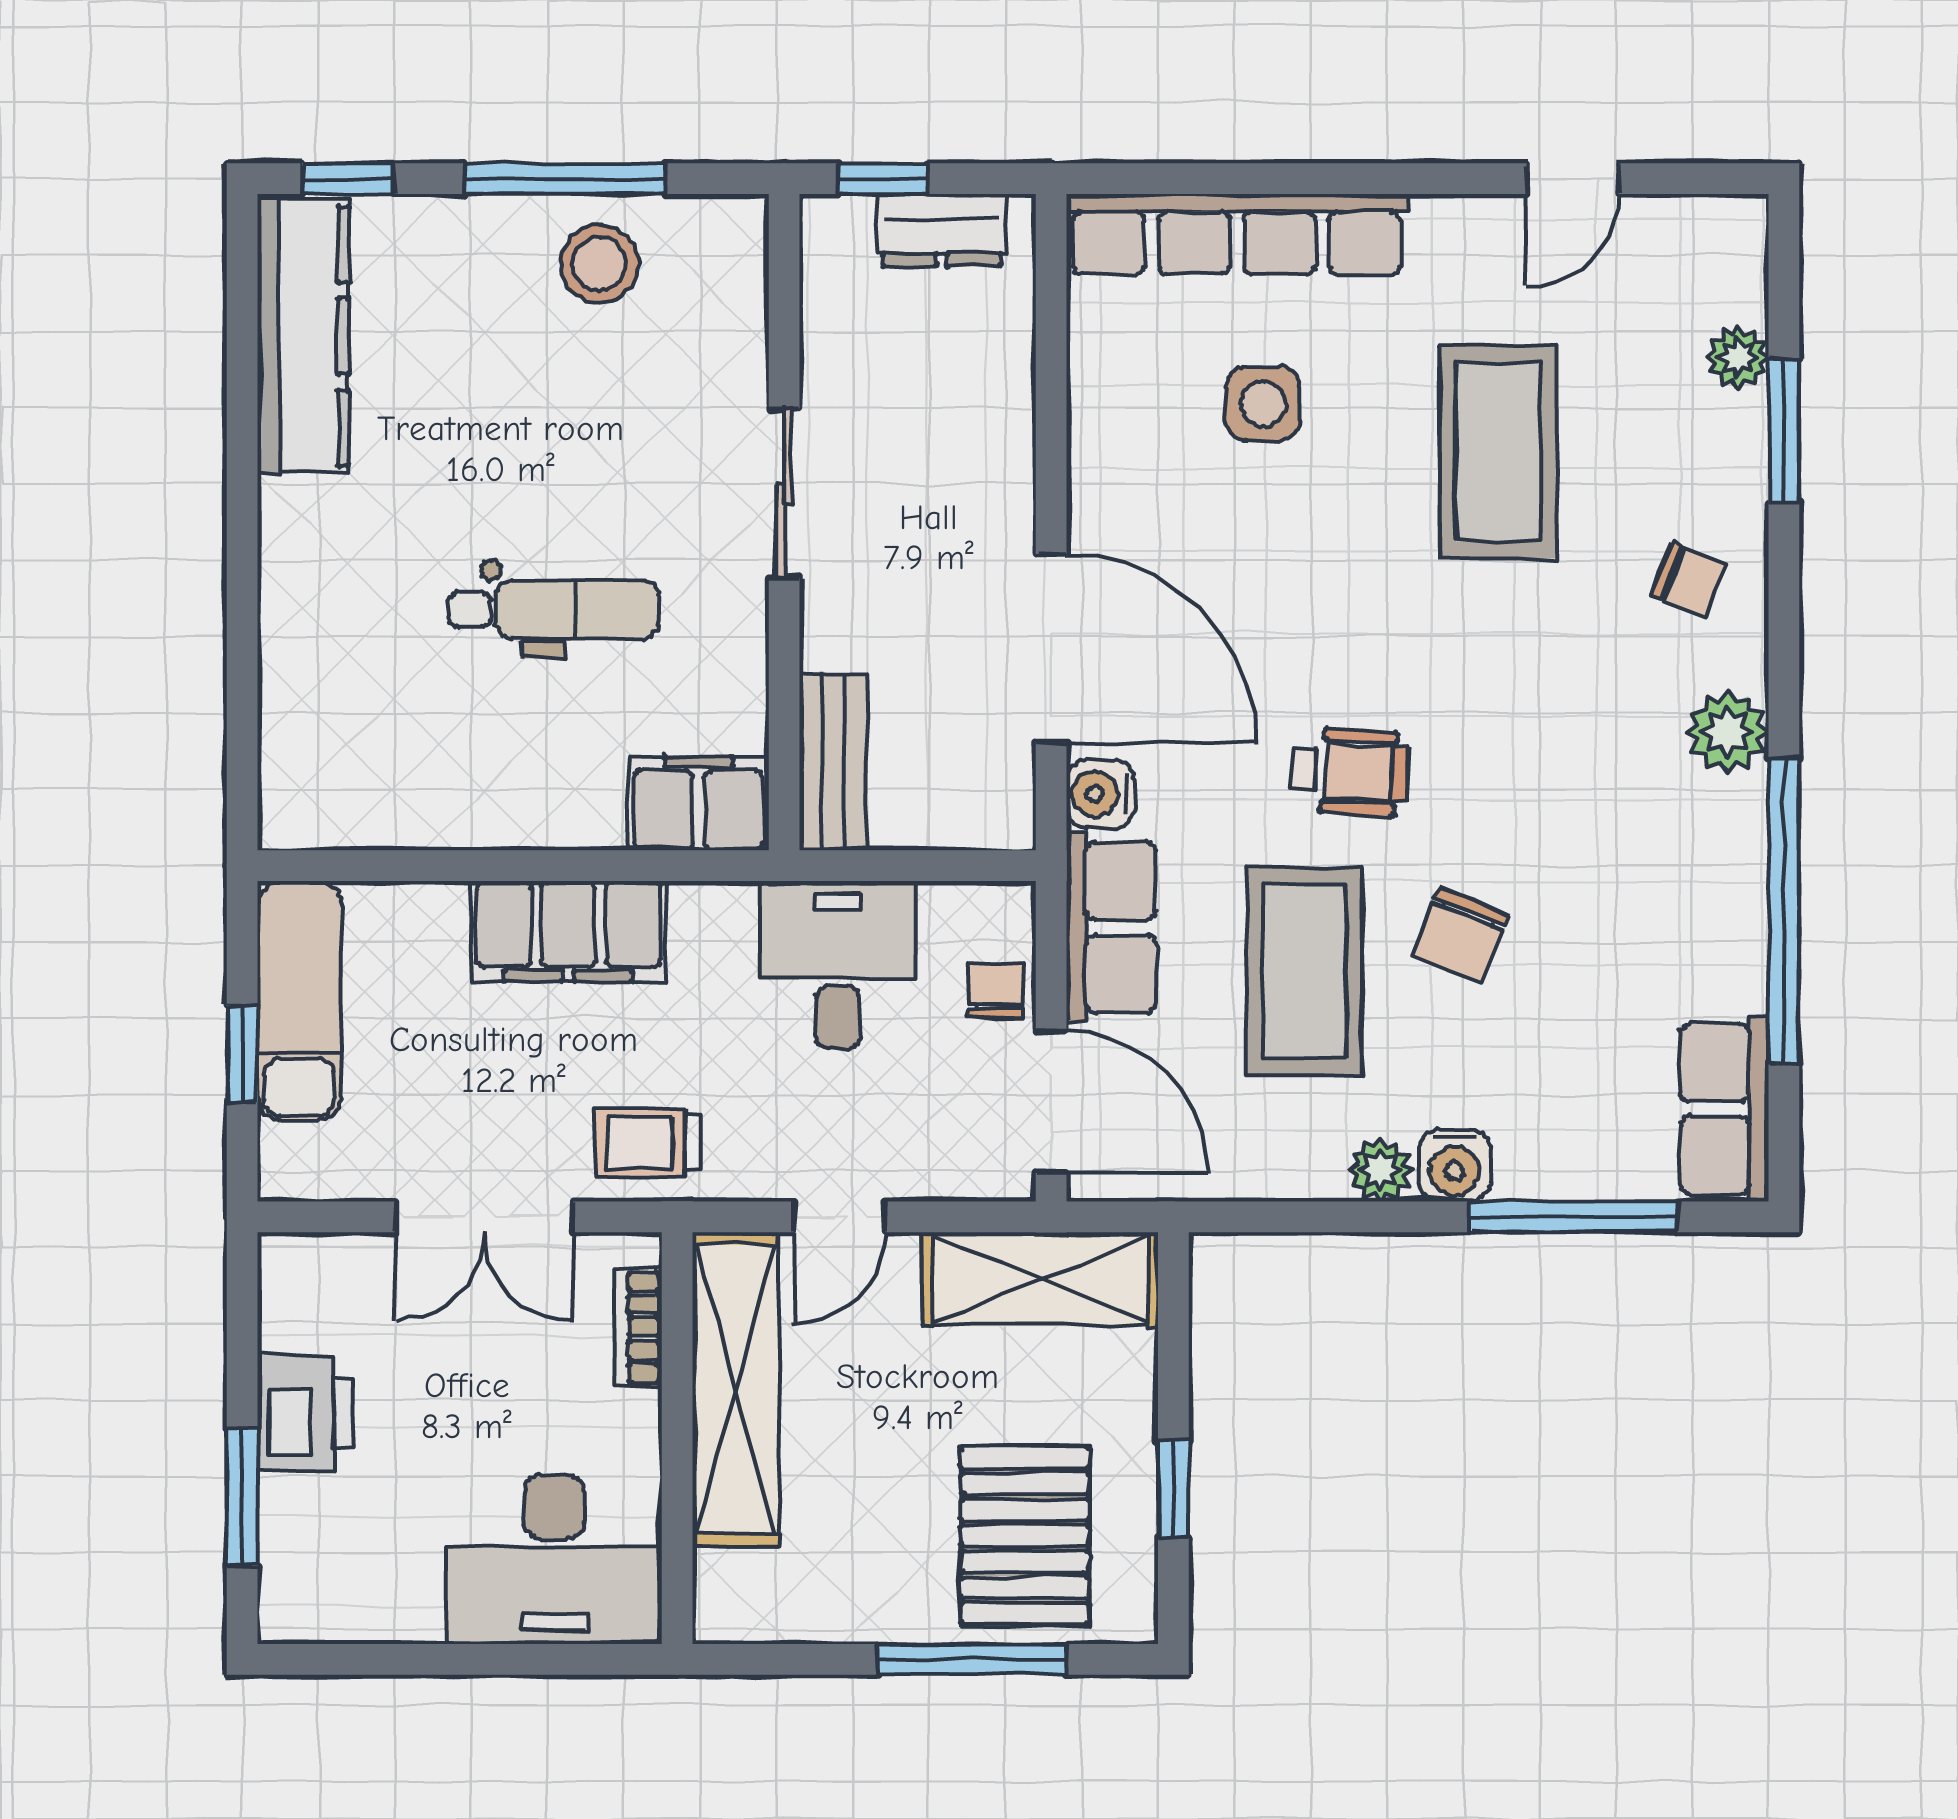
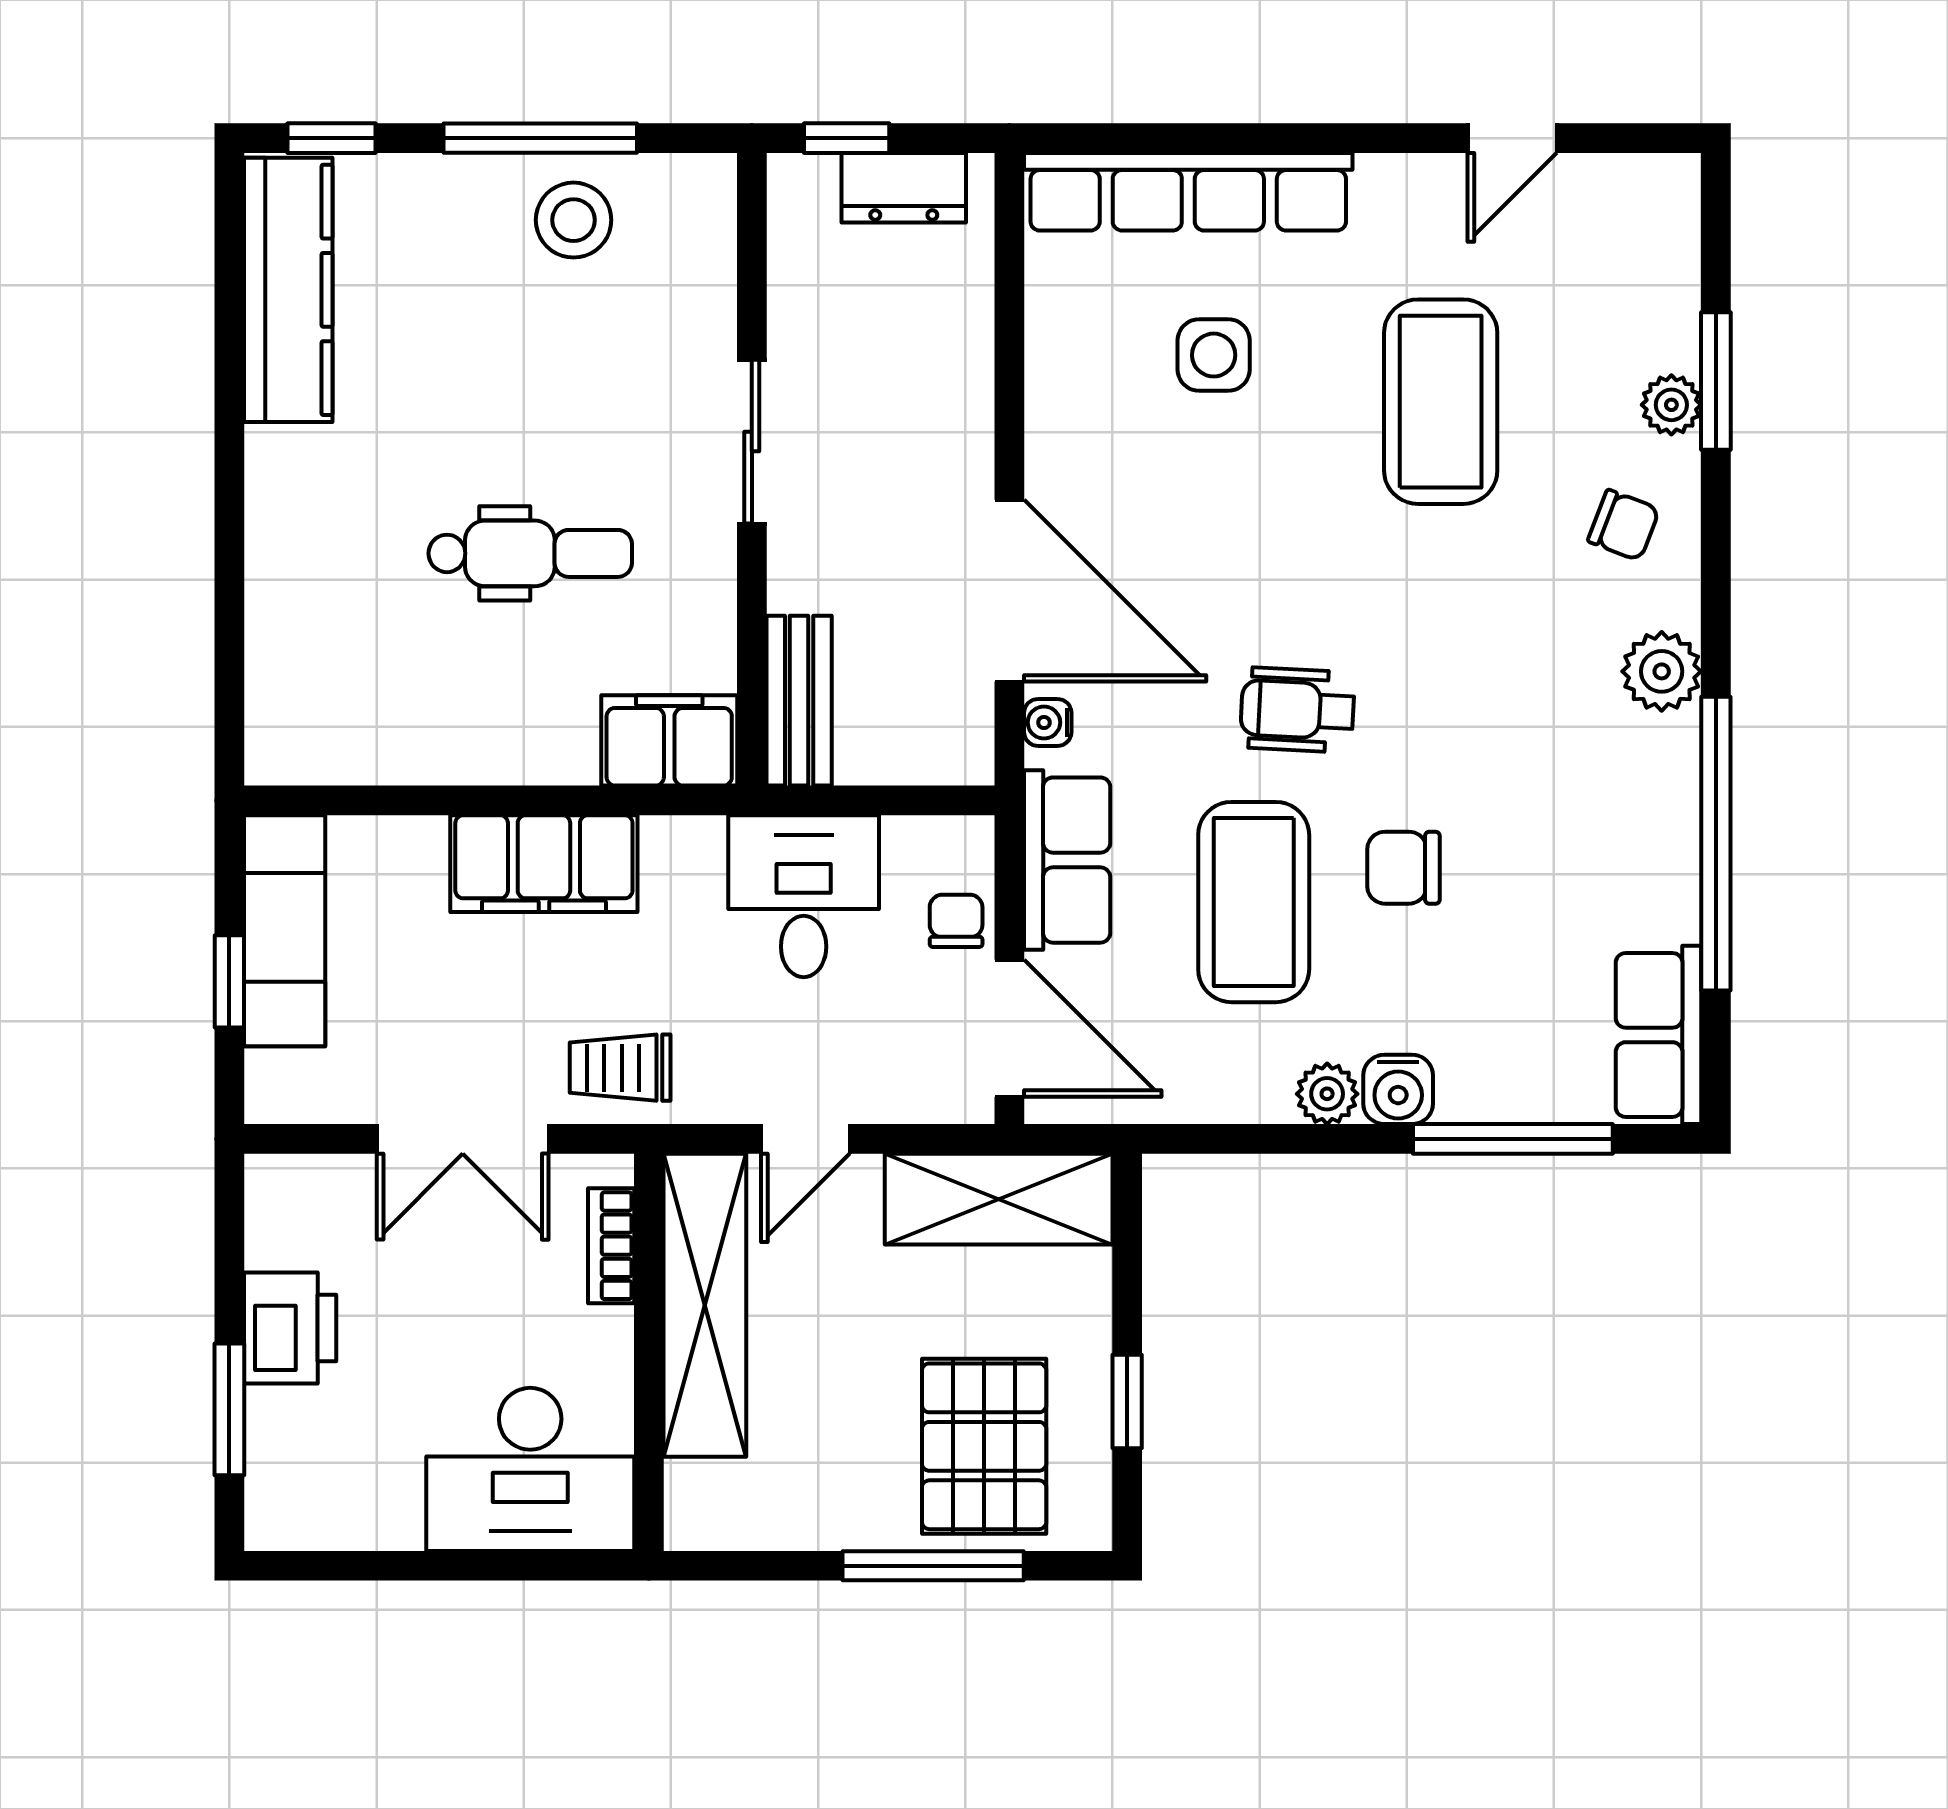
plant: (1738, 357) -> (1671, 405), moved
wheelchair: (1350, 772) -> (1297, 710), turned 180
water cooler: (1100, 794) -> (1048, 722), width x0.72, depth x0.72
chair: (1460, 935) -> (1403, 868), turned 68

